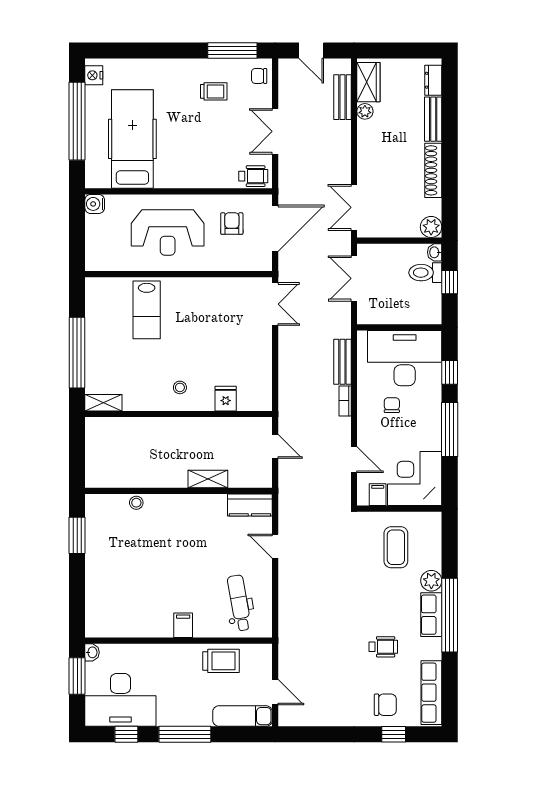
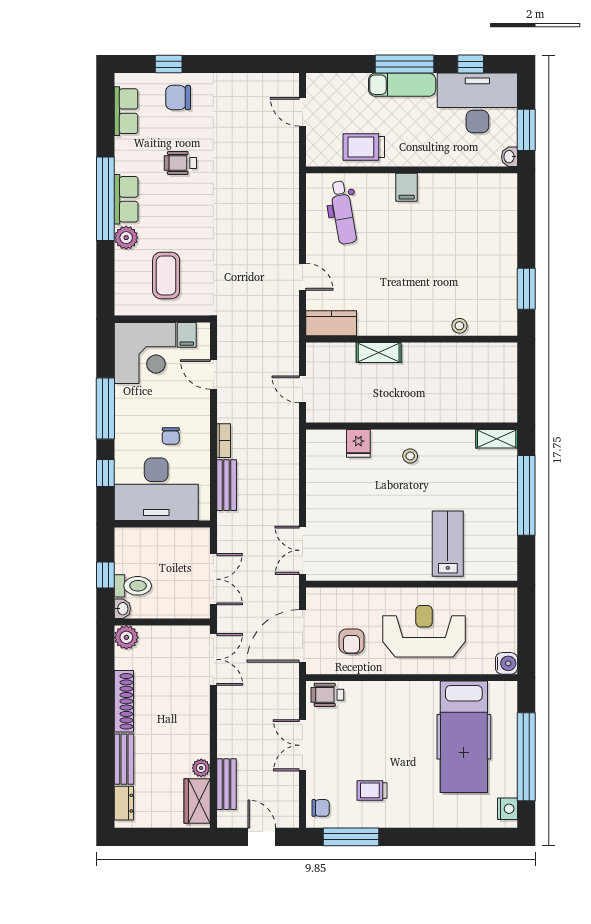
double door: (275, 131) -> (303, 745), swing flipped
row of seats: (431, 693) -> (126, 111), width x0.68
exam couch: (242, 716) -> (402, 85), moved

